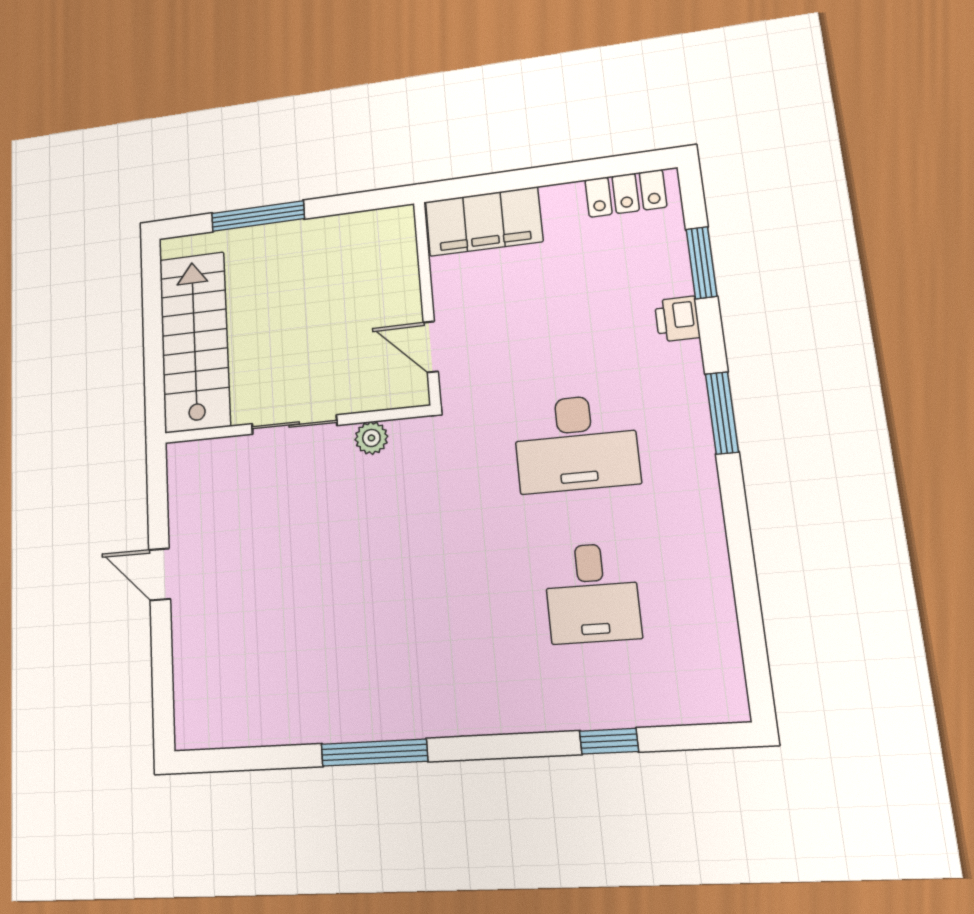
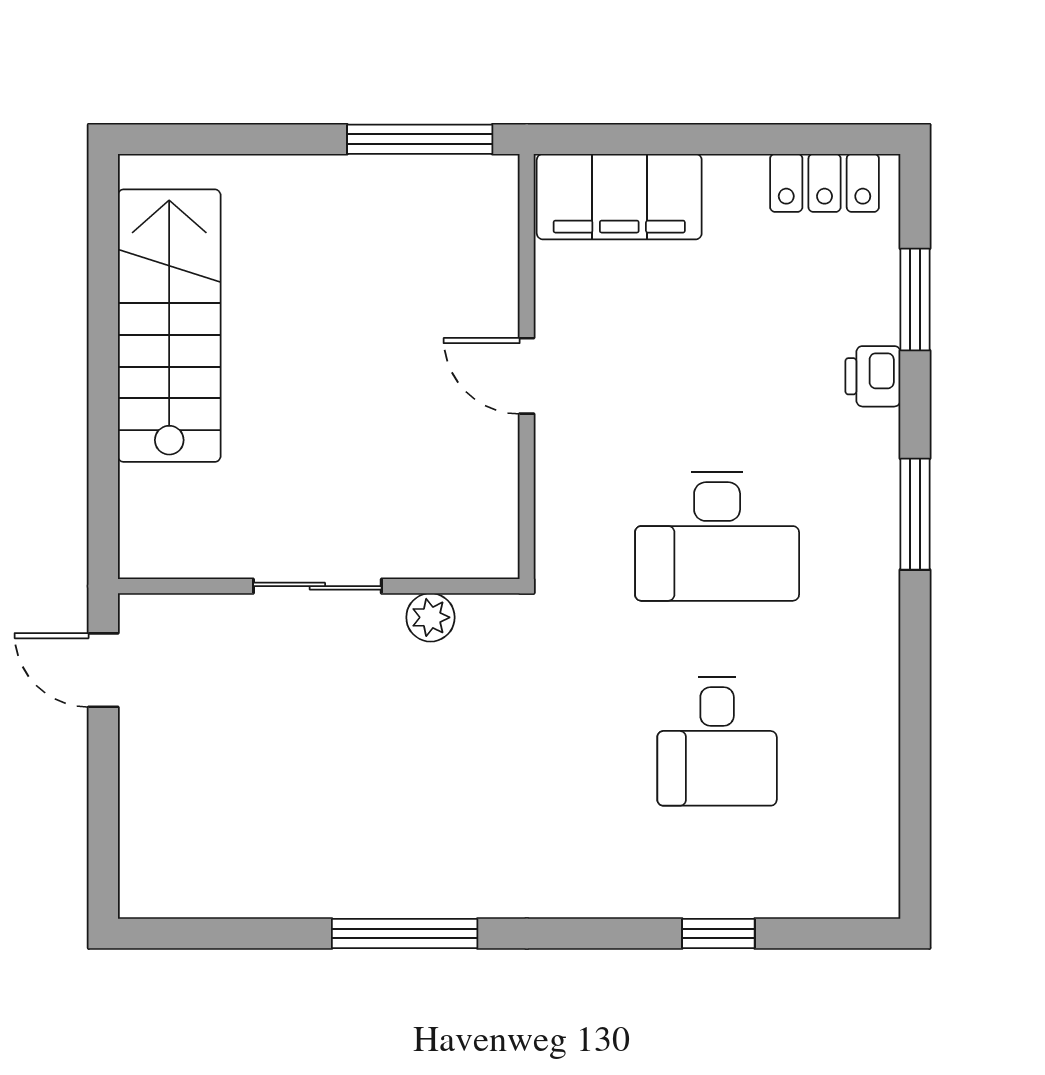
window: (258, 216) -> (420, 139), moved
wall: (295, 424) -> (319, 586), moved
sliding door: (294, 425) -> (317, 586), moved
plant: (371, 438) -> (430, 617), moved

